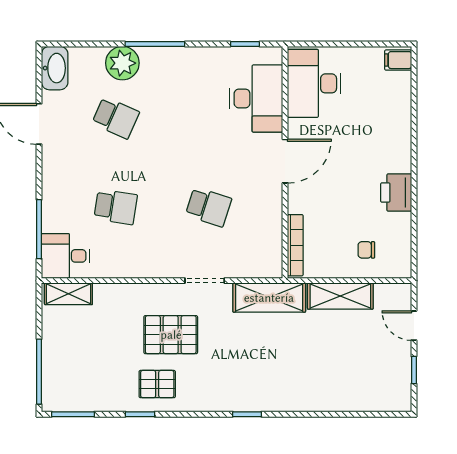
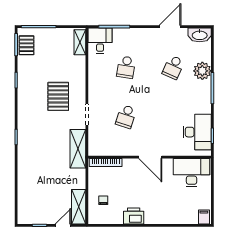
desk: (256, 98) -> (197, 132), moved, turned -90
shelving: (340, 296) -> (79, 207), moved
pallet: (157, 384) -> (26, 45), moved

